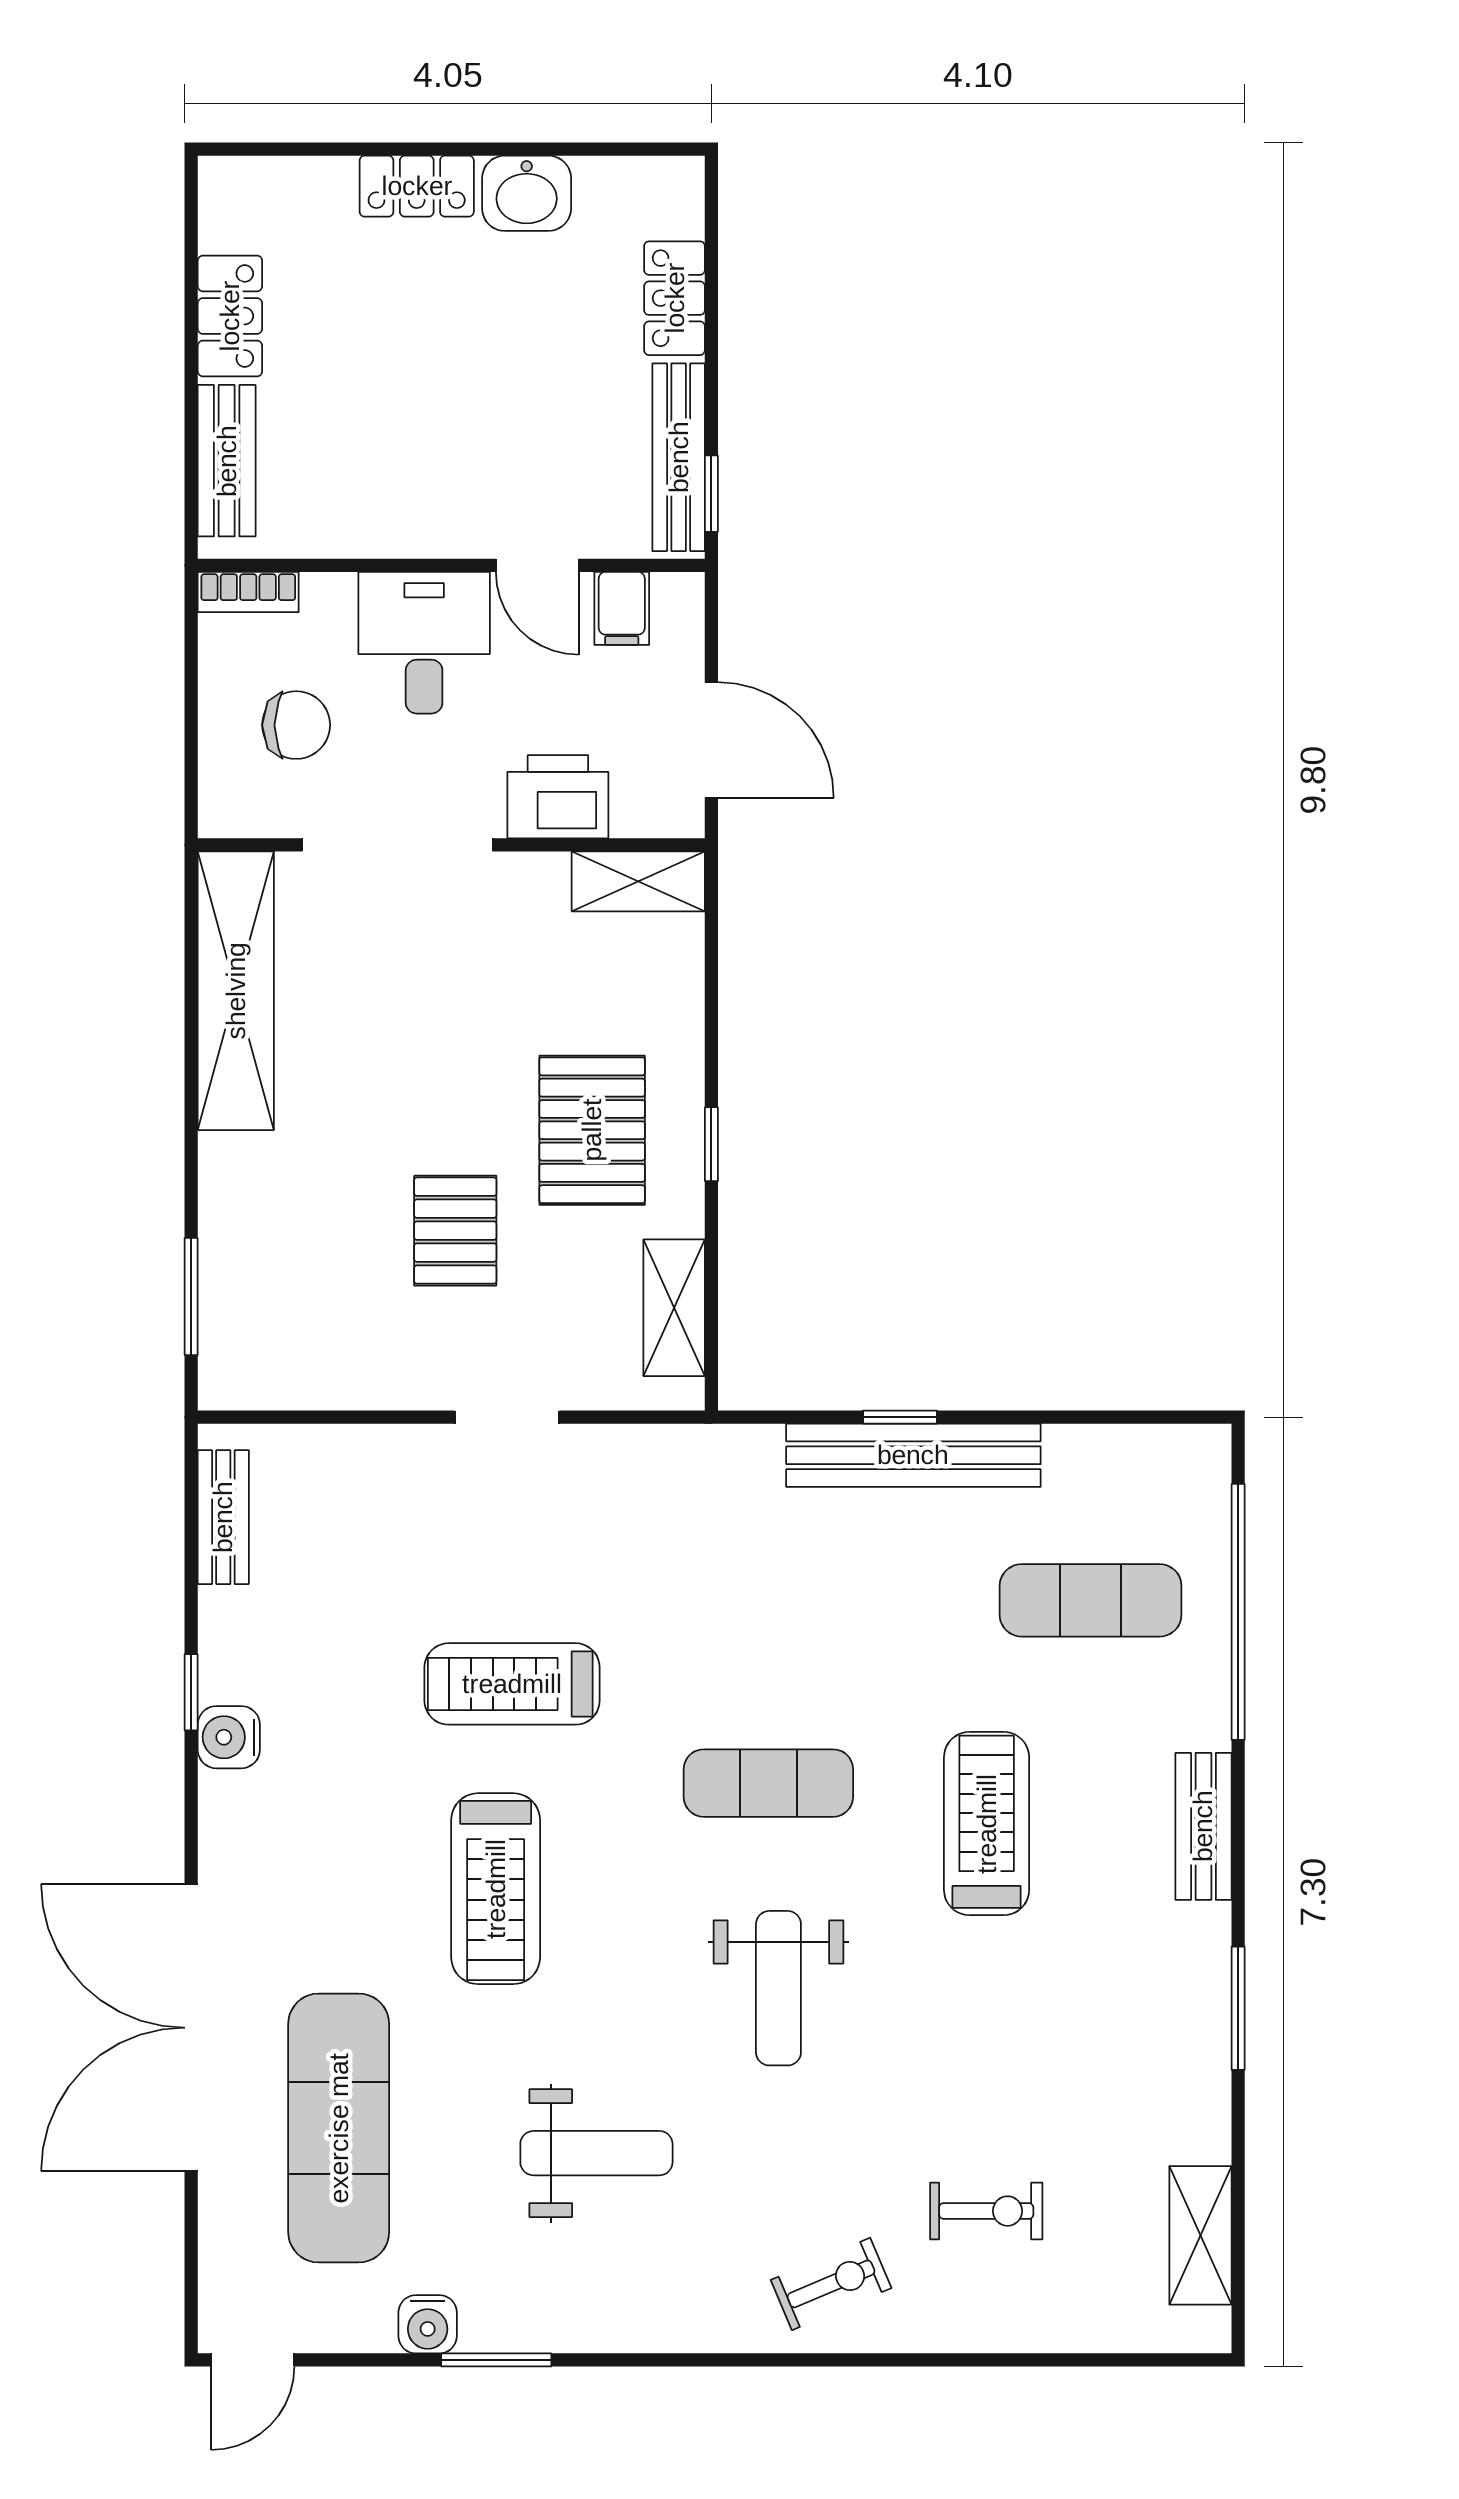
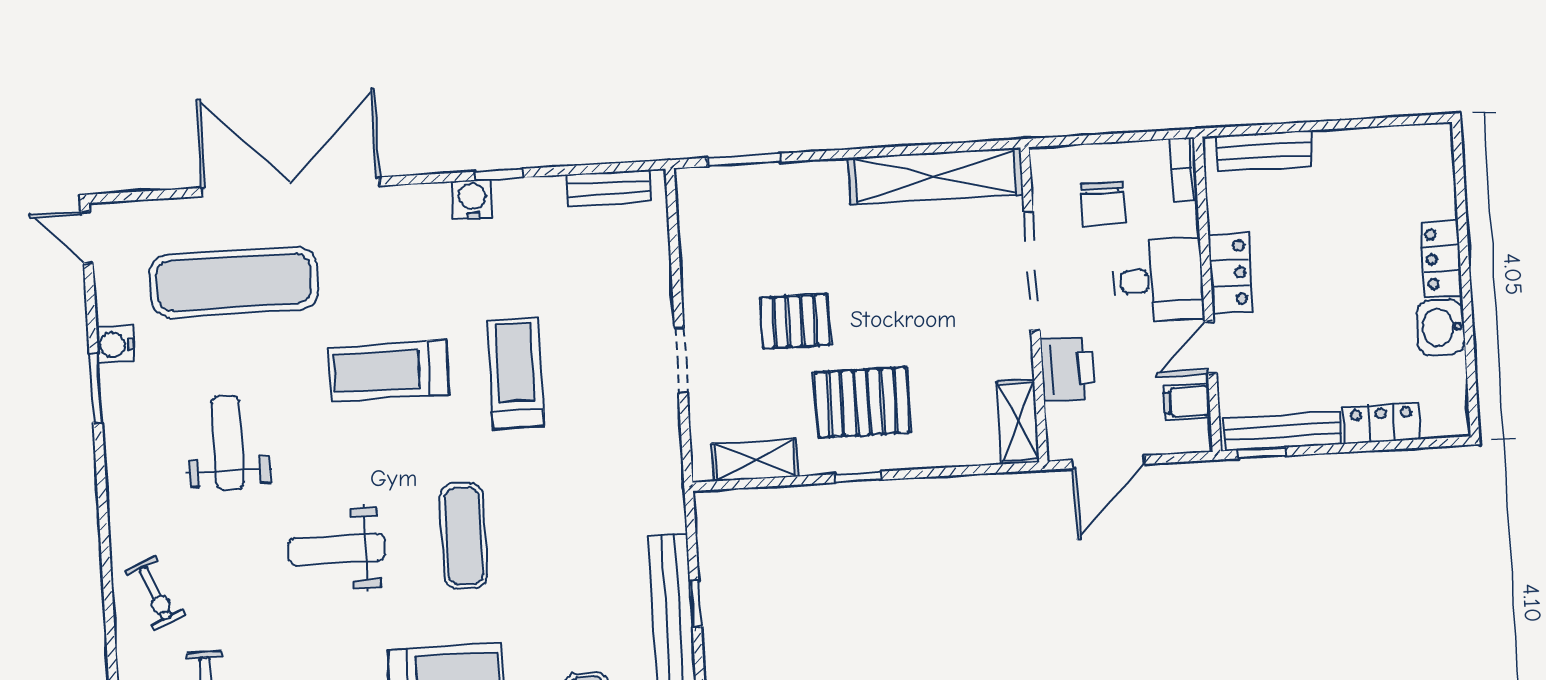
locker: (230, 316) -> (1230, 273), moved, turned -90
weight bench: (596, 2153) -> (228, 443), turned 180

